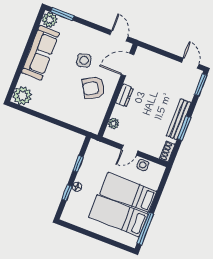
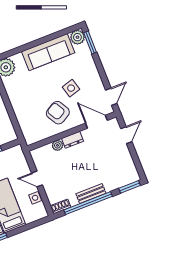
door: (190, 63) -> (126, 135), moved
bench: (179, 119) -> (91, 194), width x0.73
plant: (114, 123) -> (57, 145), moved
window: (184, 128) -> (88, 203), width x2.11

